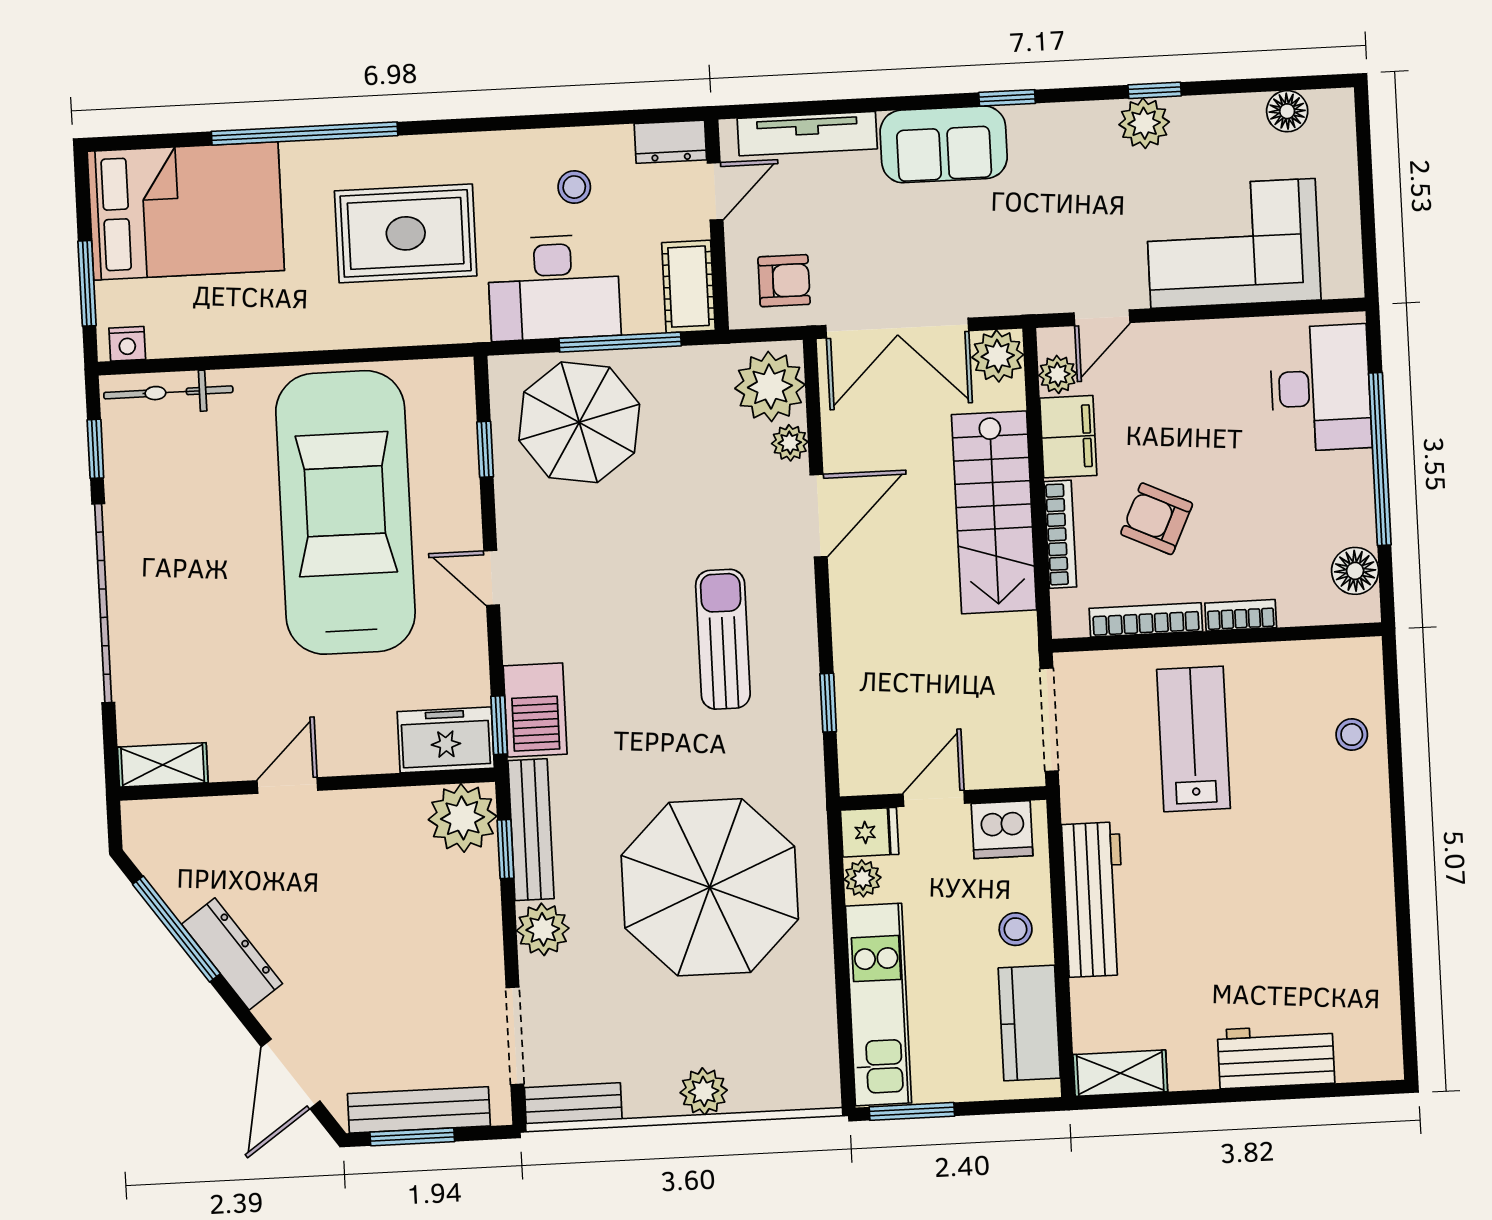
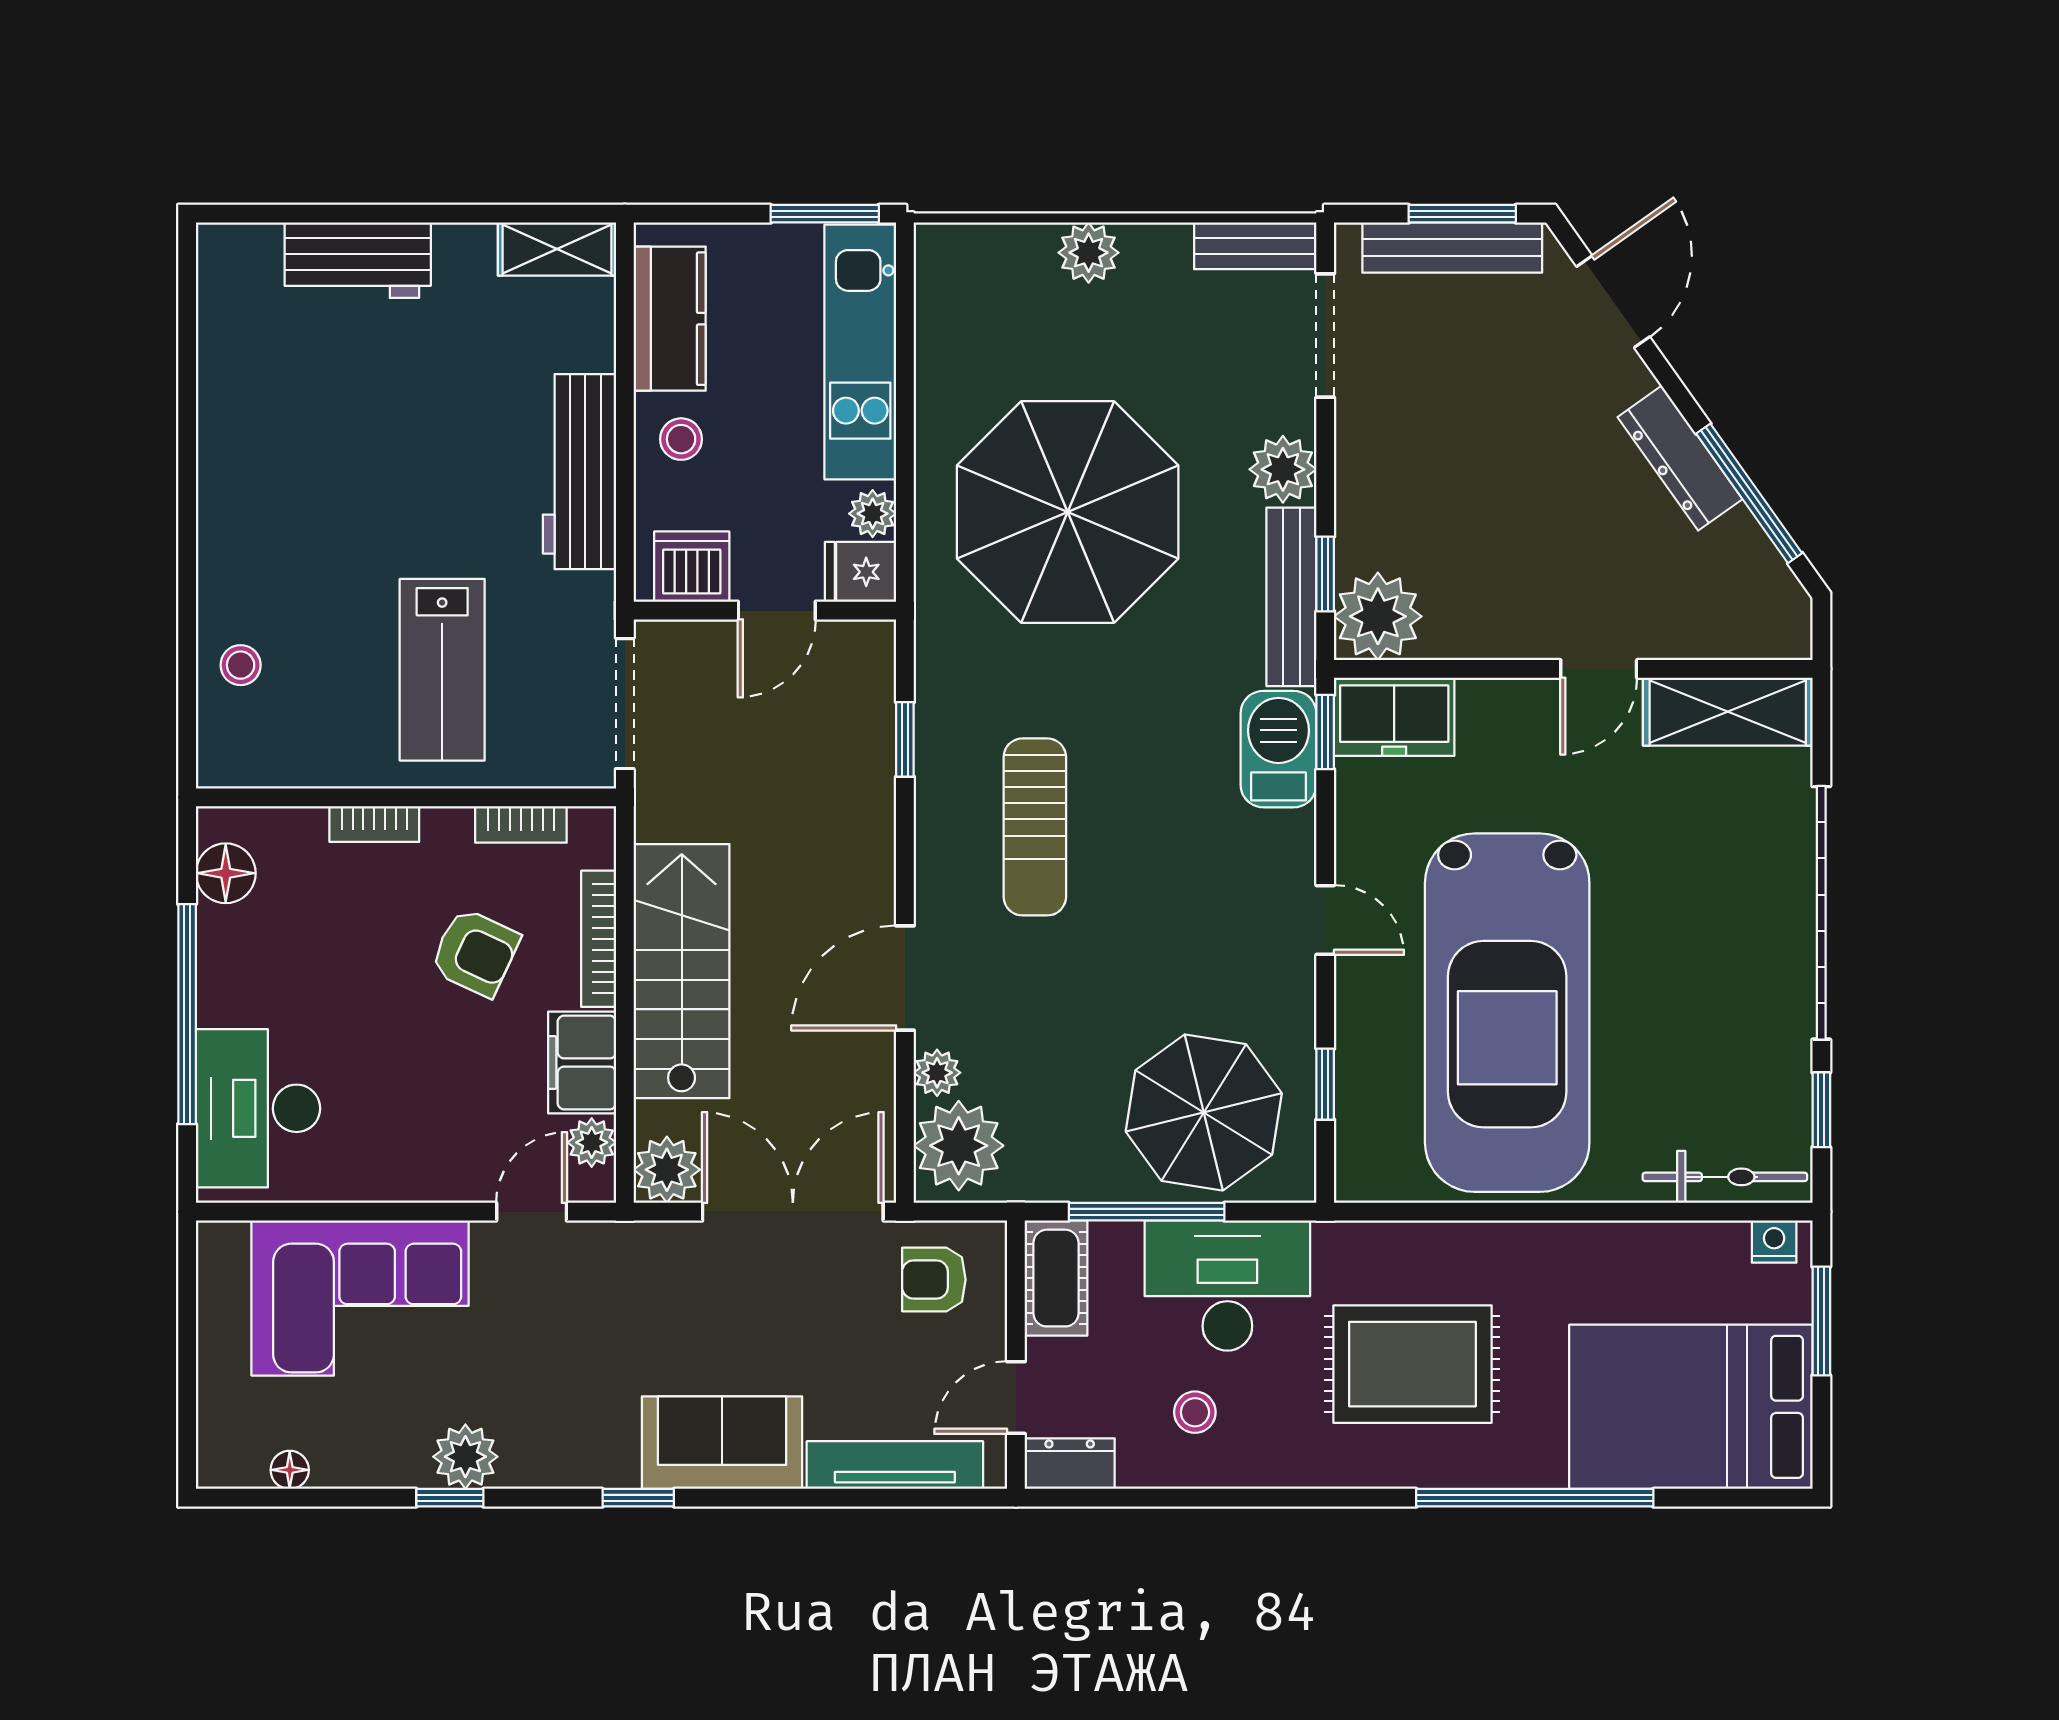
floor lamp: (1287, 111) -> (290, 1470), width x0.73, depth x0.73
bookcase: (1146, 620) -> (521, 824), width x0.64
shelving: (163, 765) -> (1728, 712), width x1.50, depth x1.33

